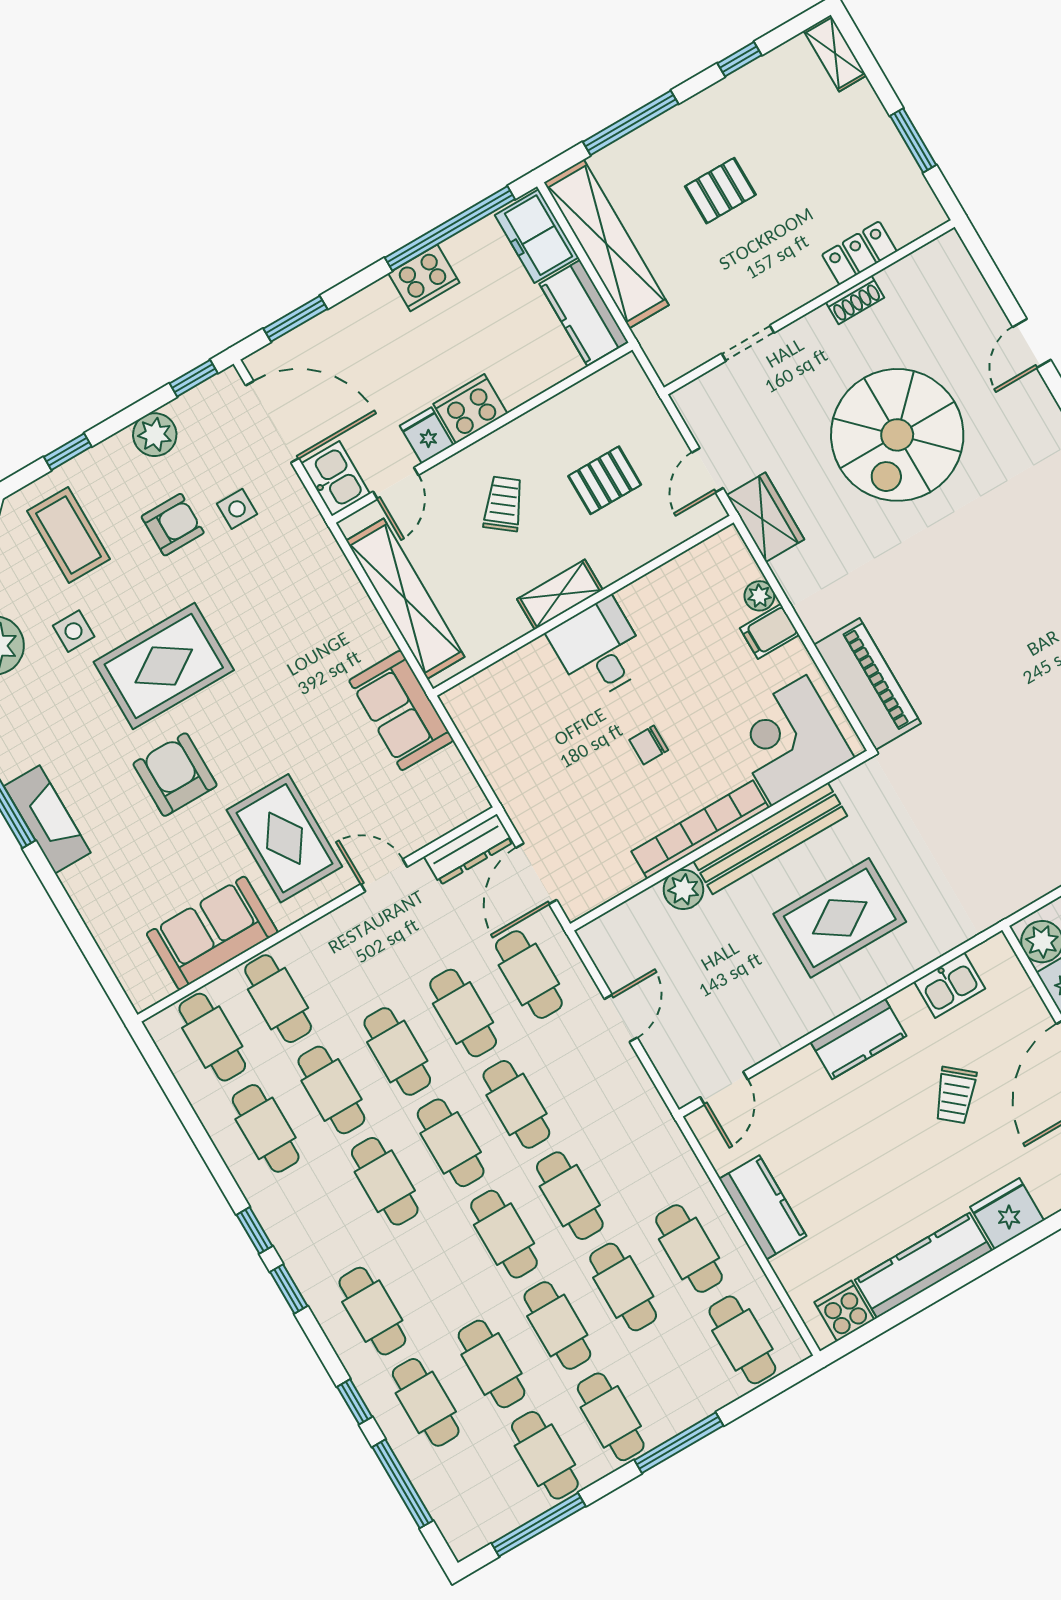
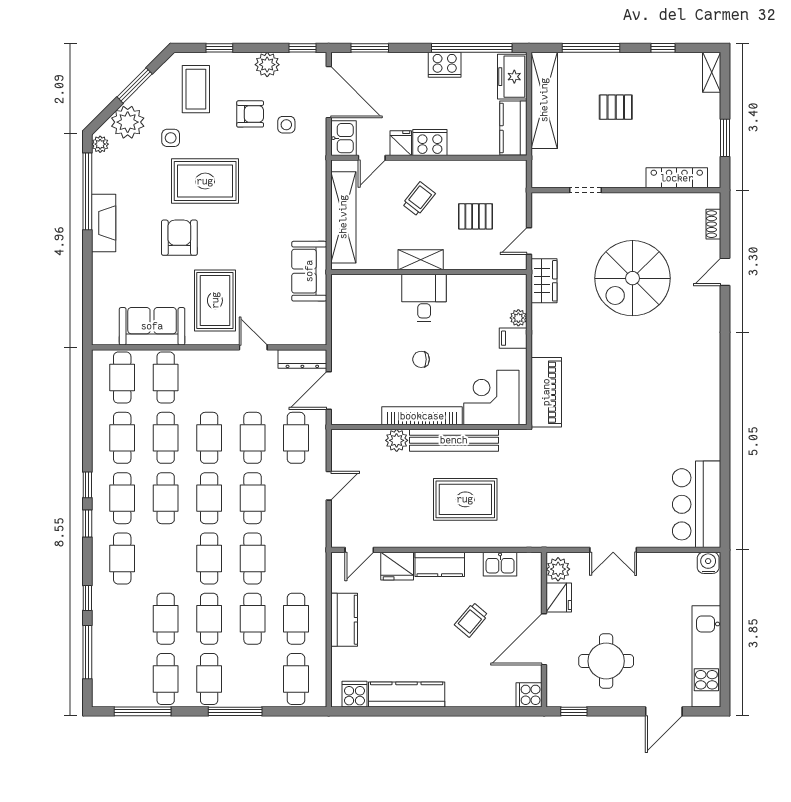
locker: (859, 253) -> (677, 178), width x1.53
shoe rack: (855, 300) -> (713, 224), moved, turned 90
fridge: (1007, 1214) -> (397, 566), moved, turned 180
cafe table: (426, 1402) -> (122, 498), moved

